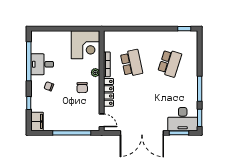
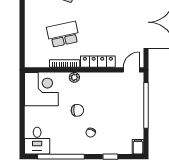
desk: (42, 64) -> (37, 141), moved
chair: (82, 88) -> (77, 110), moved
filing cabinet: (37, 121) -> (138, 147), width x0.50

